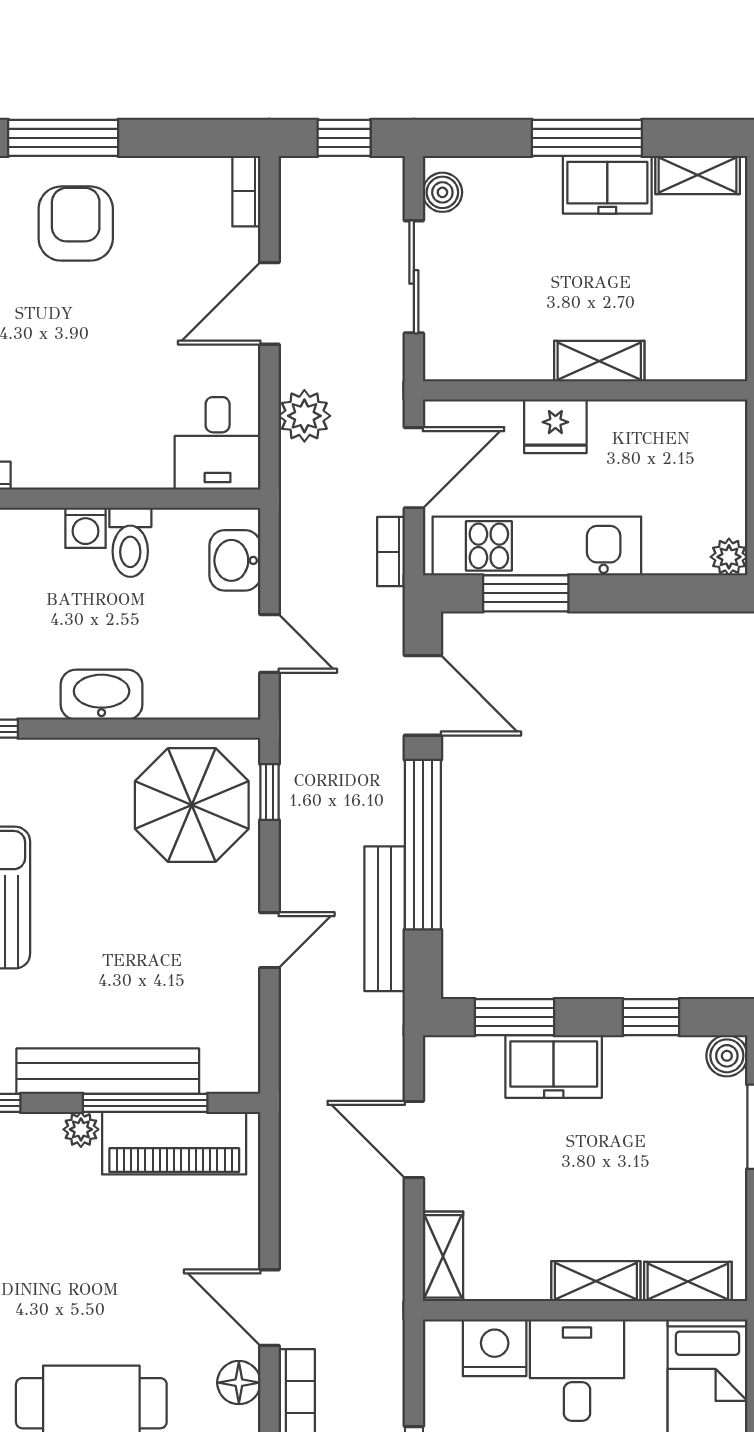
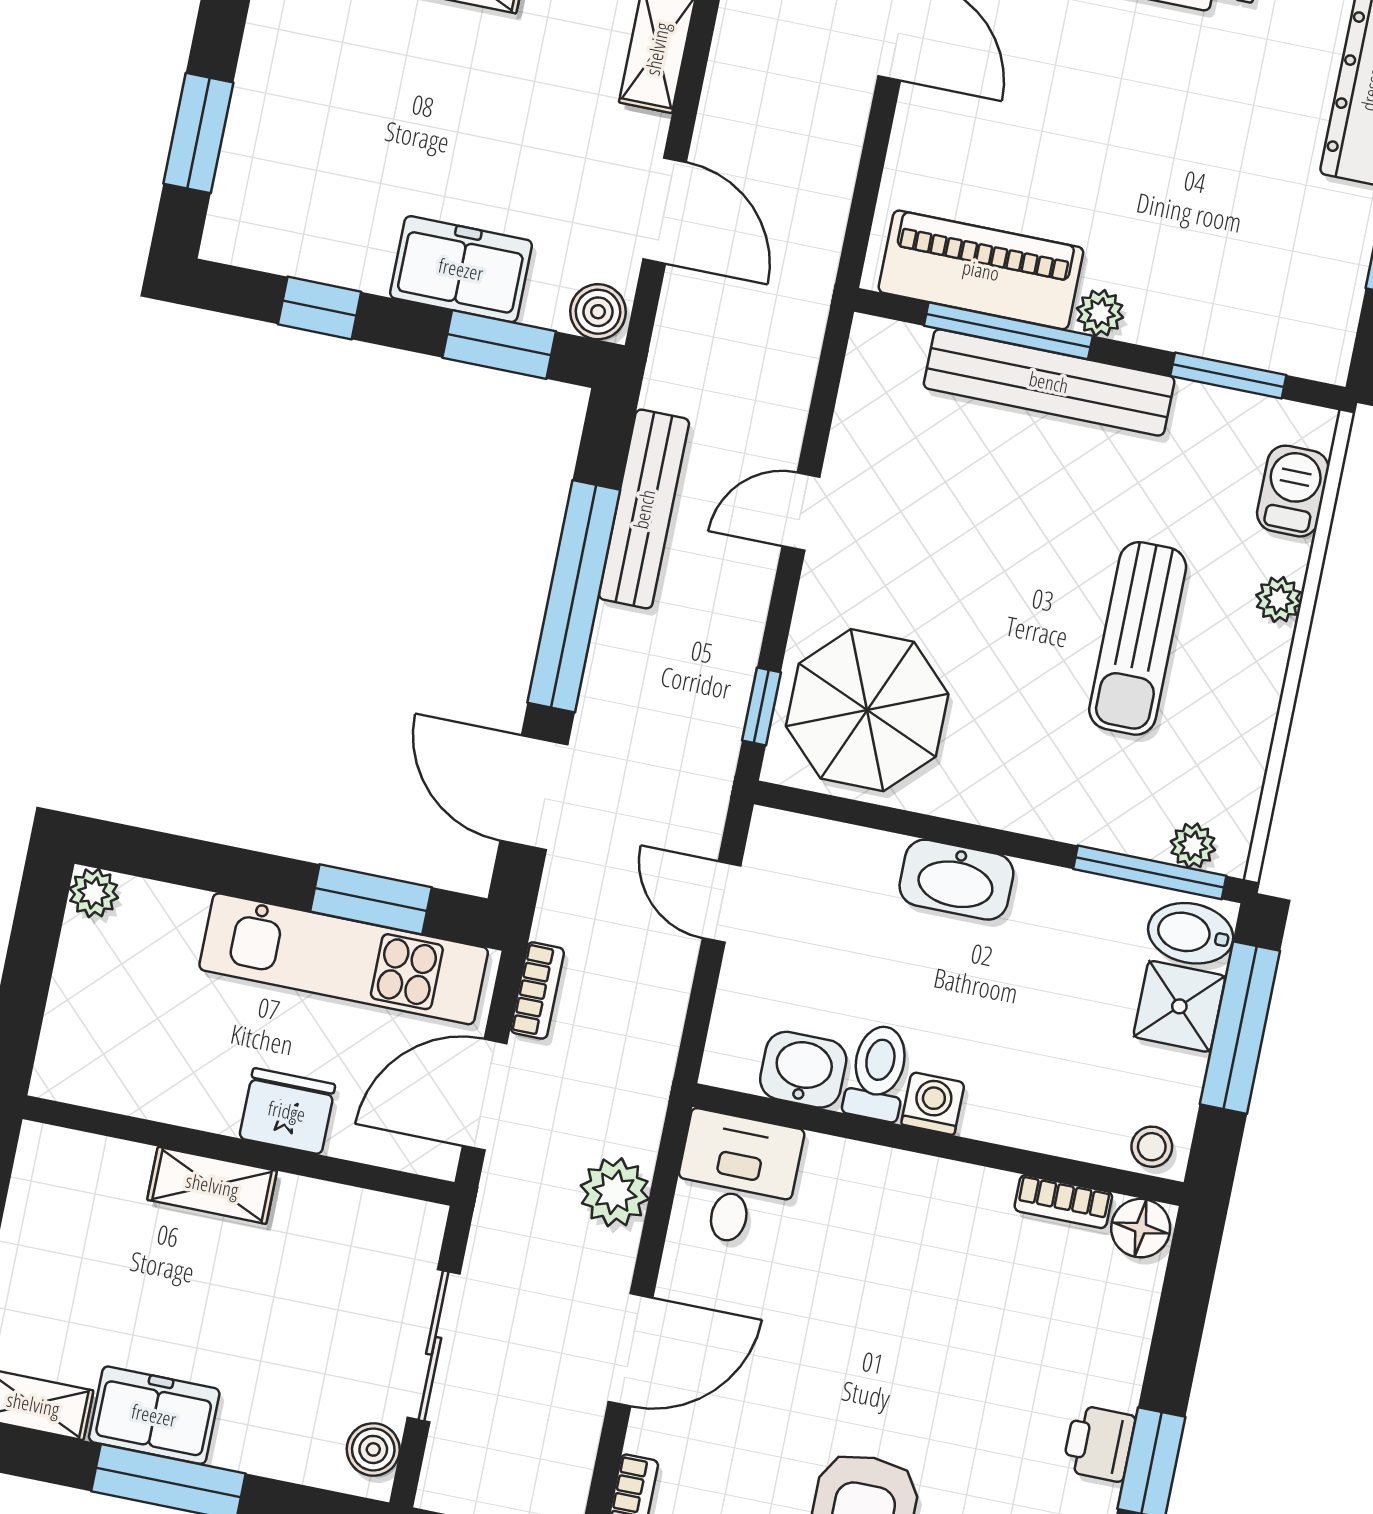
washbasin: (235, 560) -> (803, 1070), moved, turned -90
boiler: (727, 1056) -> (598, 312), moved

